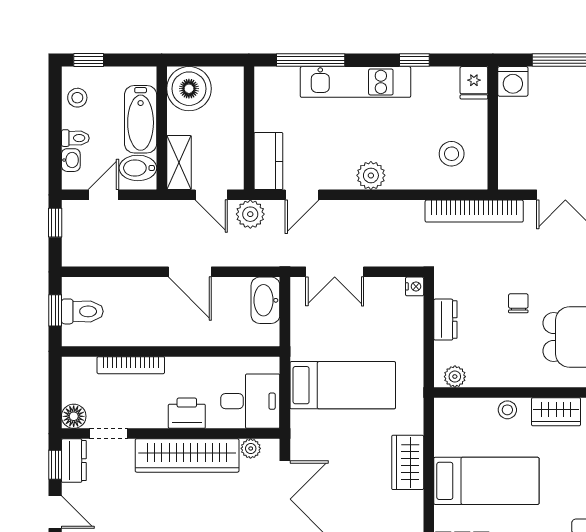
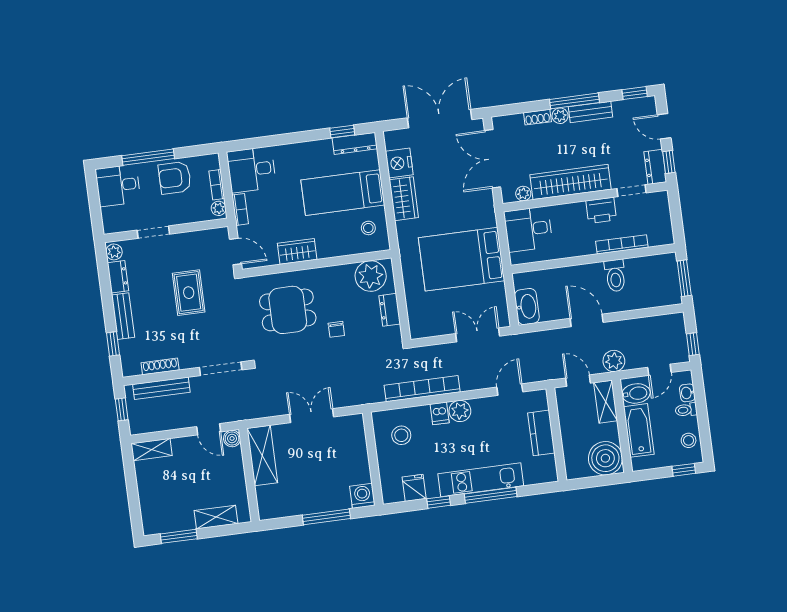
window: (311, 60) -> (491, 495), moved
fridge: (474, 83) -> (414, 488), moved
kitchen counter: (268, 161) -> (541, 433), moved
dishwasher: (398, 176) -> (440, 413), added
bookcase: (474, 211) -> (422, 389), moved
plant: (250, 214) -> (614, 361), moved
nightstand: (415, 286) -> (399, 163), moved, width x1.89, depth x1.79
window: (55, 310) -> (684, 278), width x1.50
toilet: (82, 311) -> (615, 276), moved, turned -90
plant: (455, 377) -> (371, 276), width x1.87, depth x1.87
bed: (343, 385) -> (462, 259), width x1.50
stool: (507, 410) -> (368, 228), moved
printer: (187, 413) -> (601, 210), moved
floor lamp: (74, 416) -> (660, 200), removed

